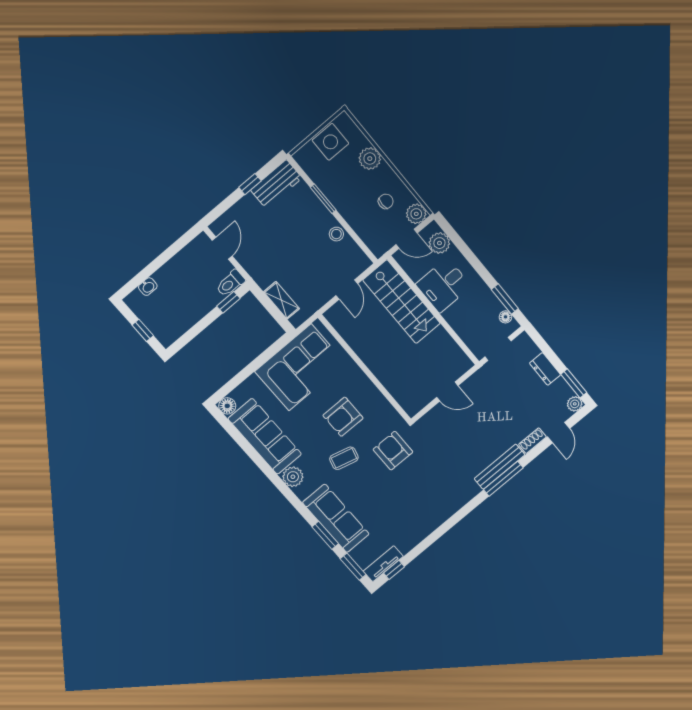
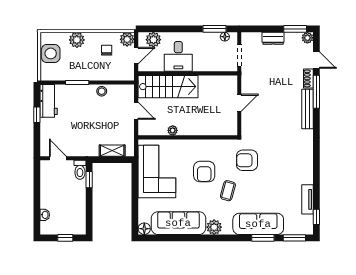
plant: (359, 346) -> (173, 130), added
window: (503, 479) -> (316, 92), moved
tv unit: (383, 564) -> (307, 199), moved

